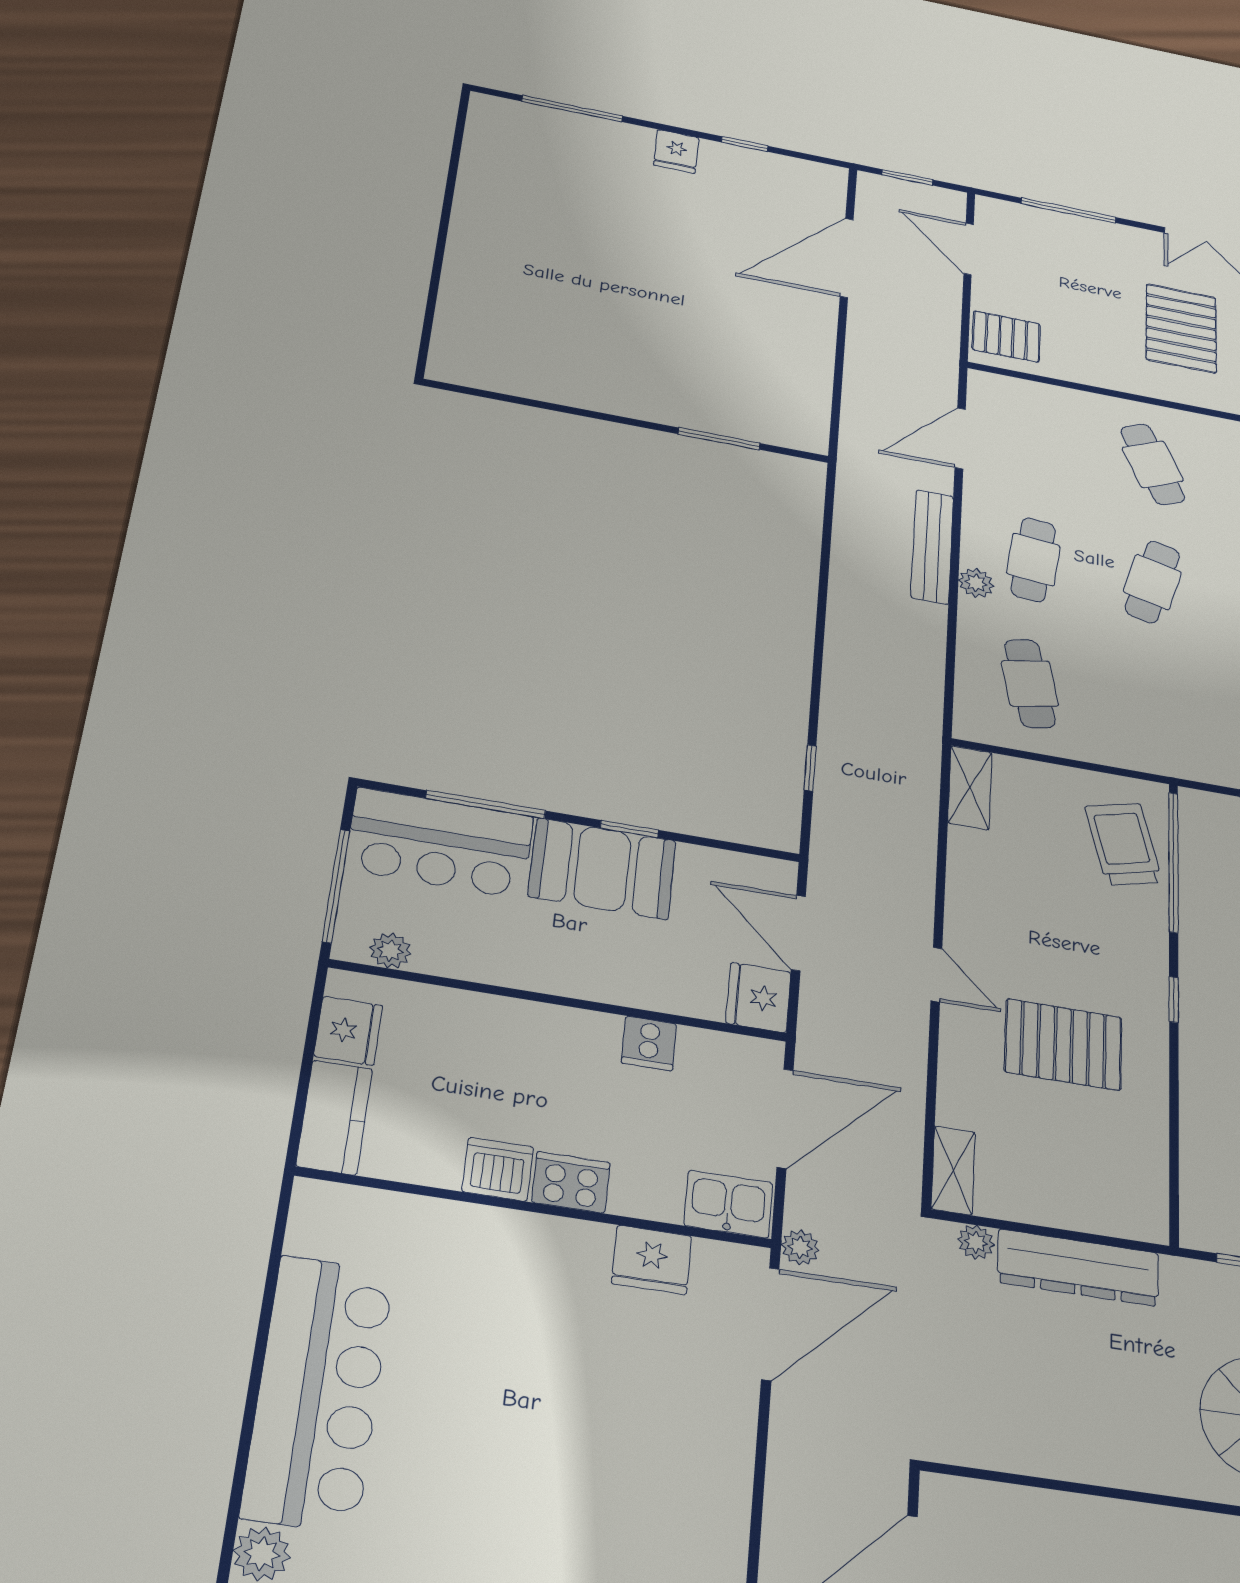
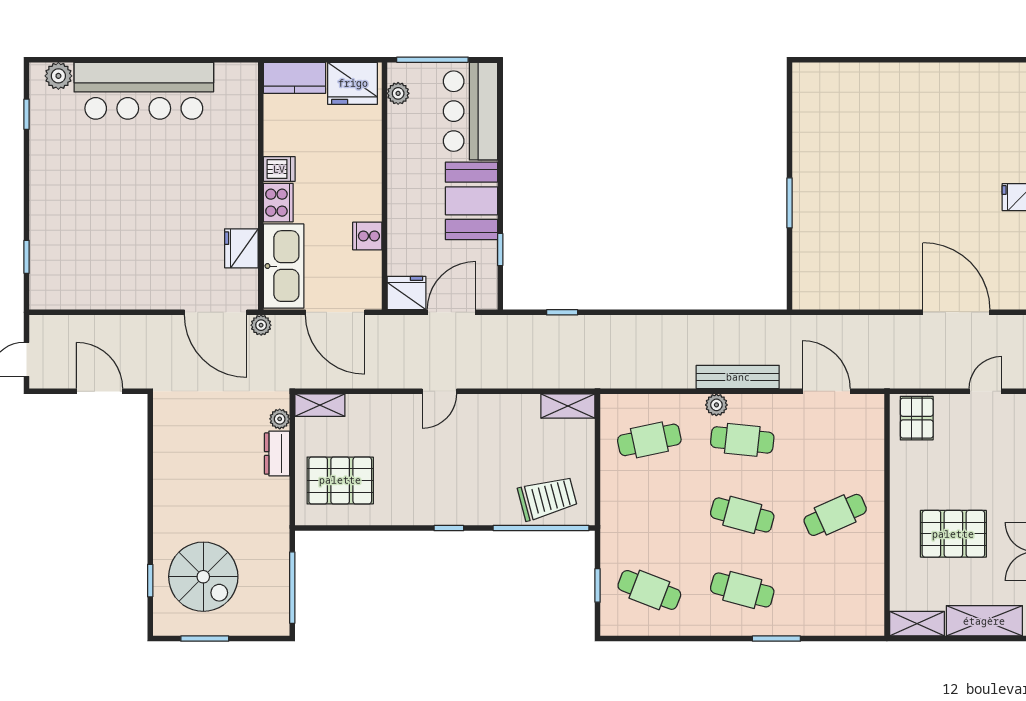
door: (969, 249) -> (985, 391), width x0.73
window: (719, 439) -> (790, 203), moved
window: (486, 804) -> (500, 133), removed
window: (629, 829) -> (500, 249), moved
fridge: (348, 1031) -> (353, 83), width x1.36, depth x1.34
pallet: (1063, 1044) -> (340, 480), moved, turned 90
dishwasher: (498, 1169) -> (279, 169), width x0.73
kitchen sink: (728, 1204) -> (284, 266), width x1.87, depth x1.24
dresser: (1078, 1268) -> (277, 454), width x0.51, depth x0.80

